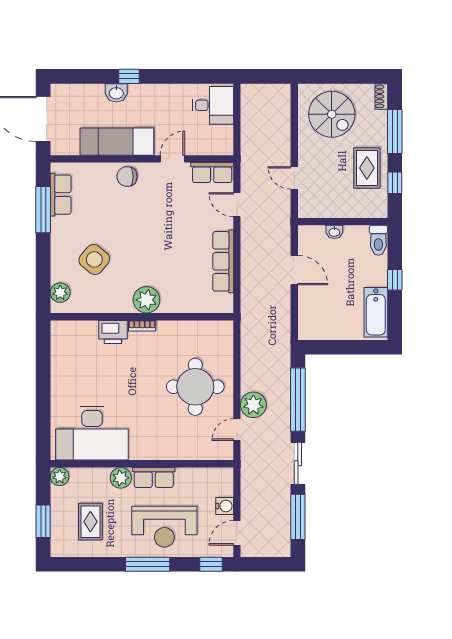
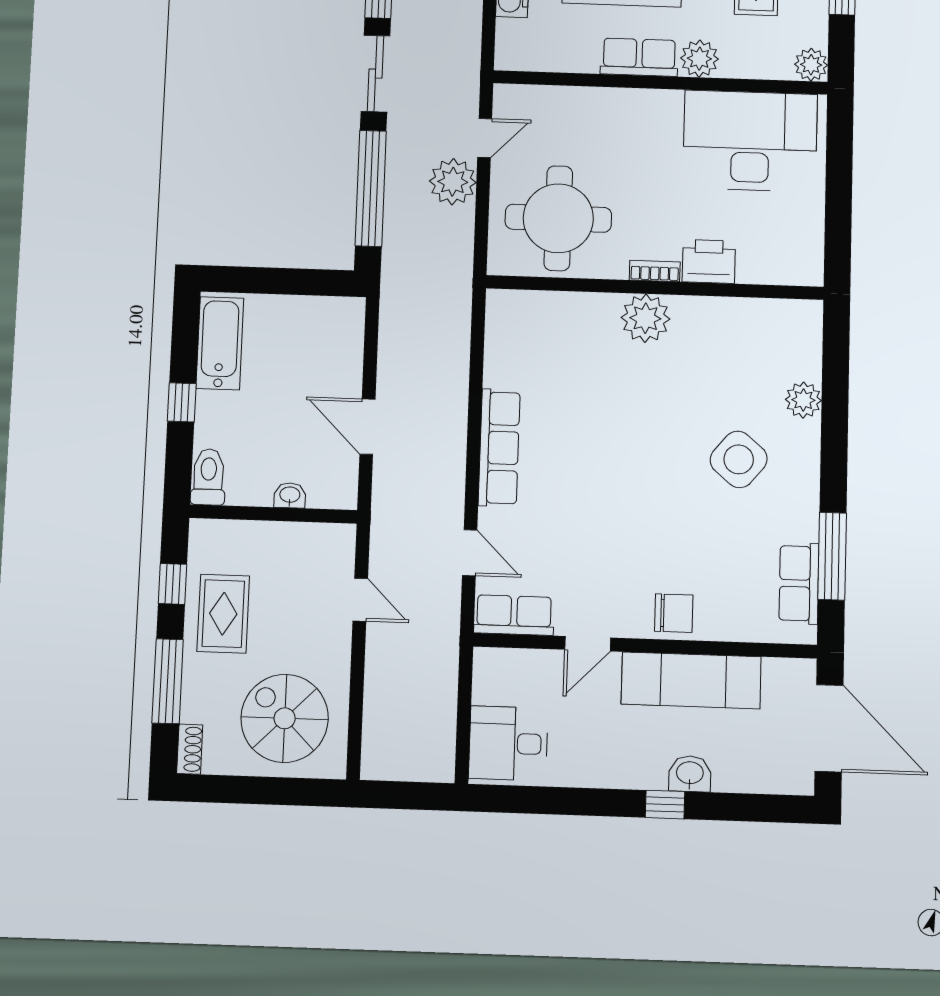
plant: (146, 300) -> (645, 318), moved
wall: (142, 317) -> (655, 288), moved
bookcase: (142, 326) -> (655, 271), moved
printer: (113, 332) -> (709, 261), moved

